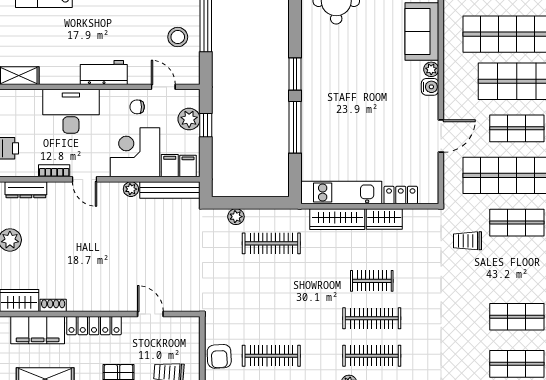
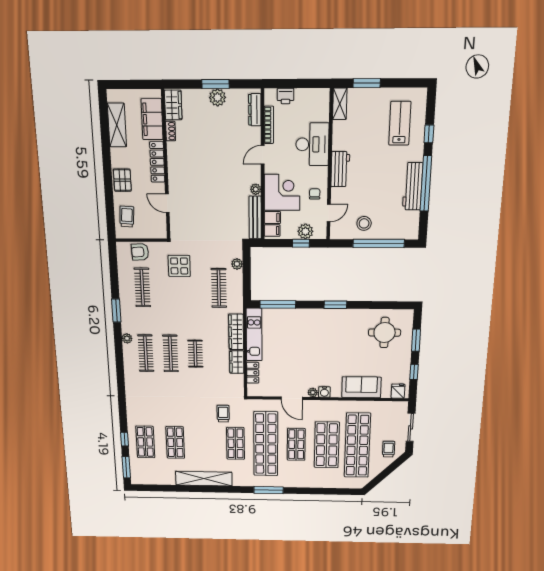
plant: (431, 69) -> (313, 393), moved
window: (295, 127) -> (278, 304), moved
bookcase: (54, 171) -> (269, 125), width x1.56
display table: (239, 300) -> (179, 266), added
door: (150, 314) -> (167, 203), swing flipped

